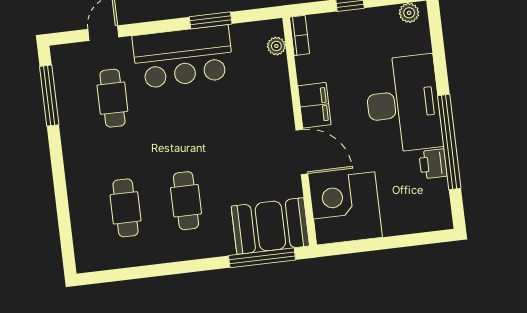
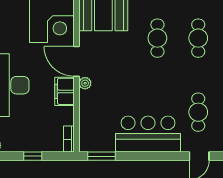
window: (211, 20) -> (101, 156), moved
plant: (276, 46) -> (85, 83), moved

